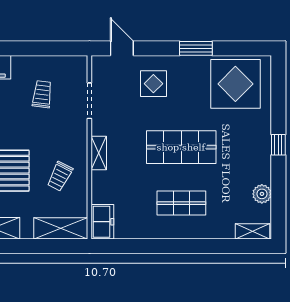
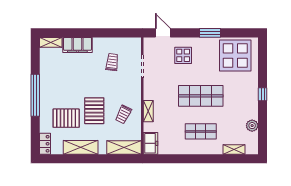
shelving: (99, 153) -> (148, 111), moved
shelving: (252, 231) -> (234, 149), moved

